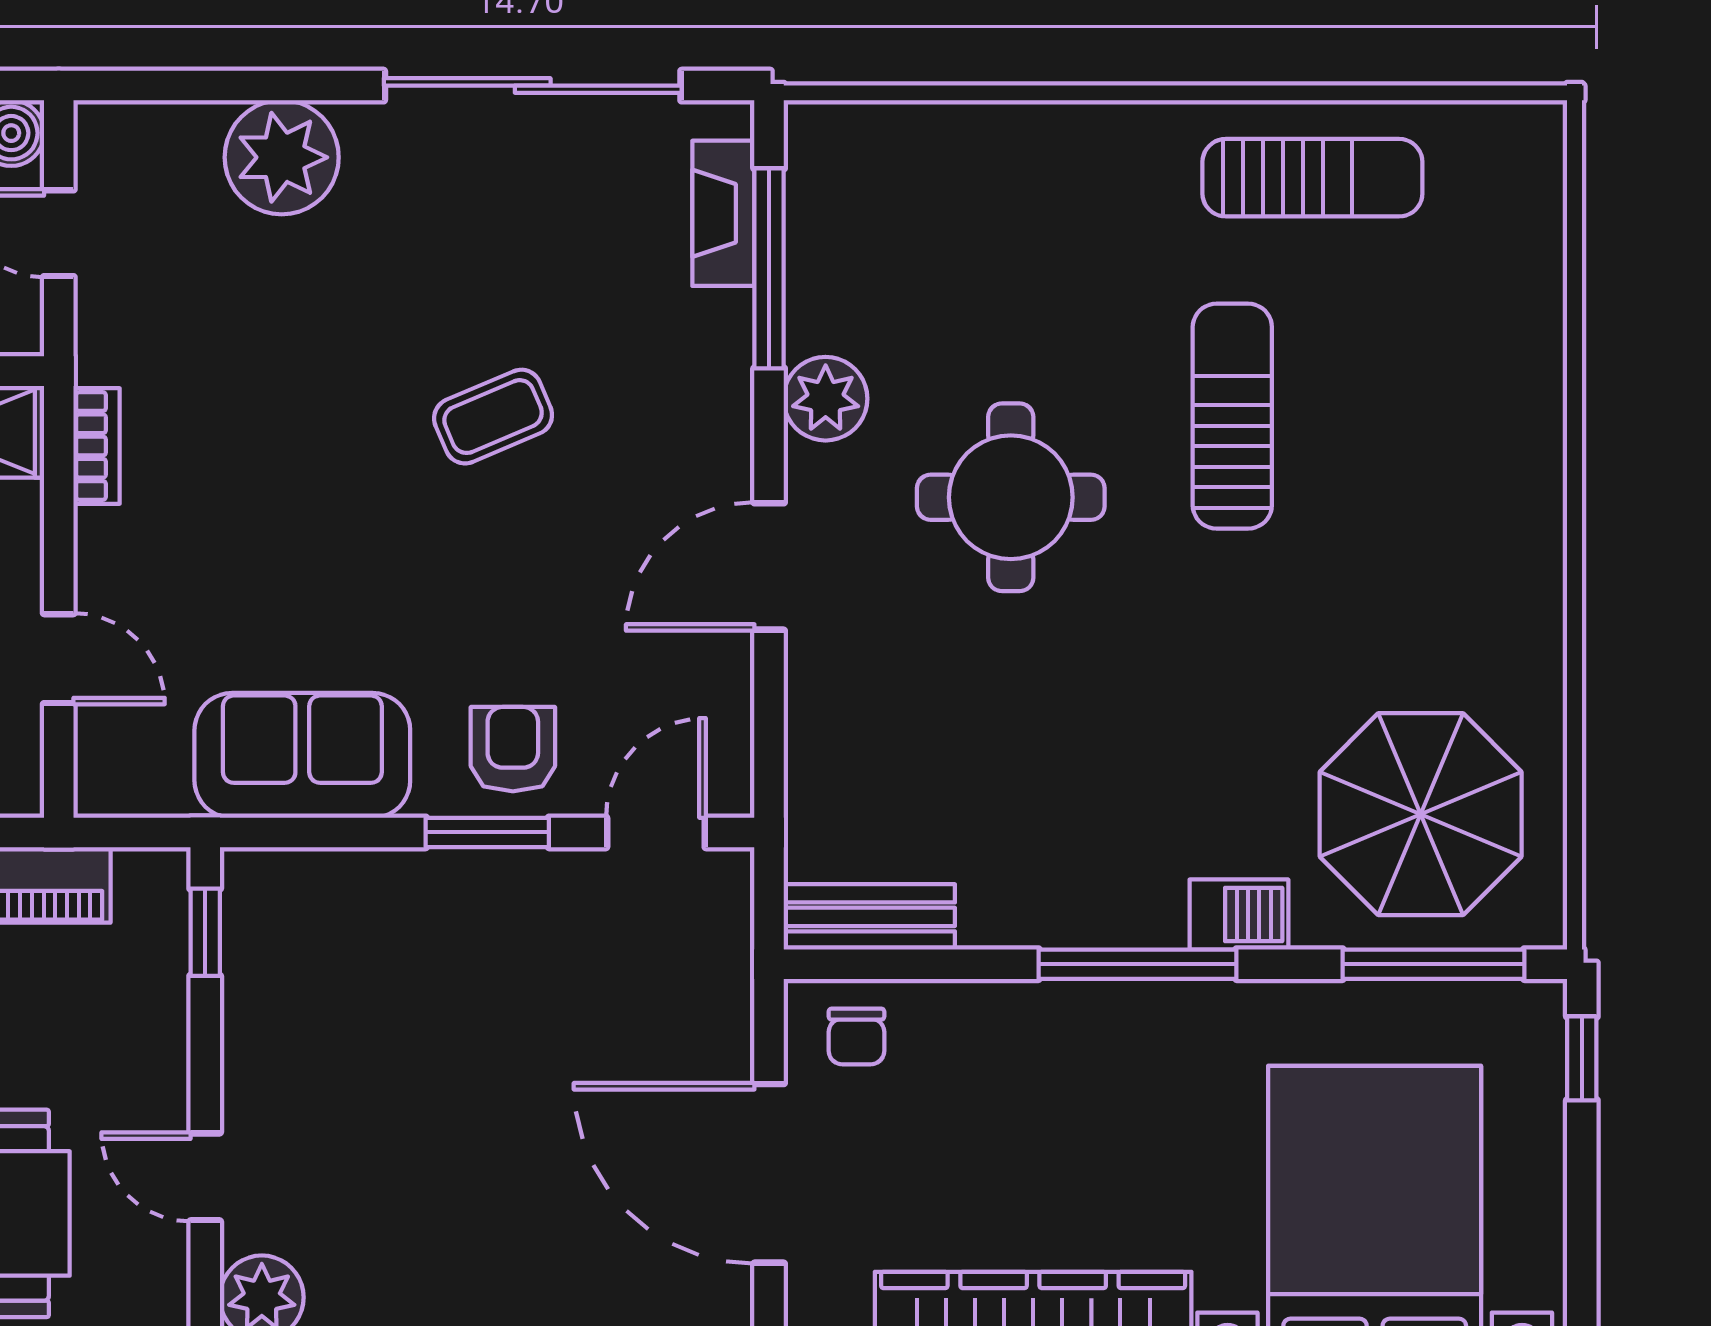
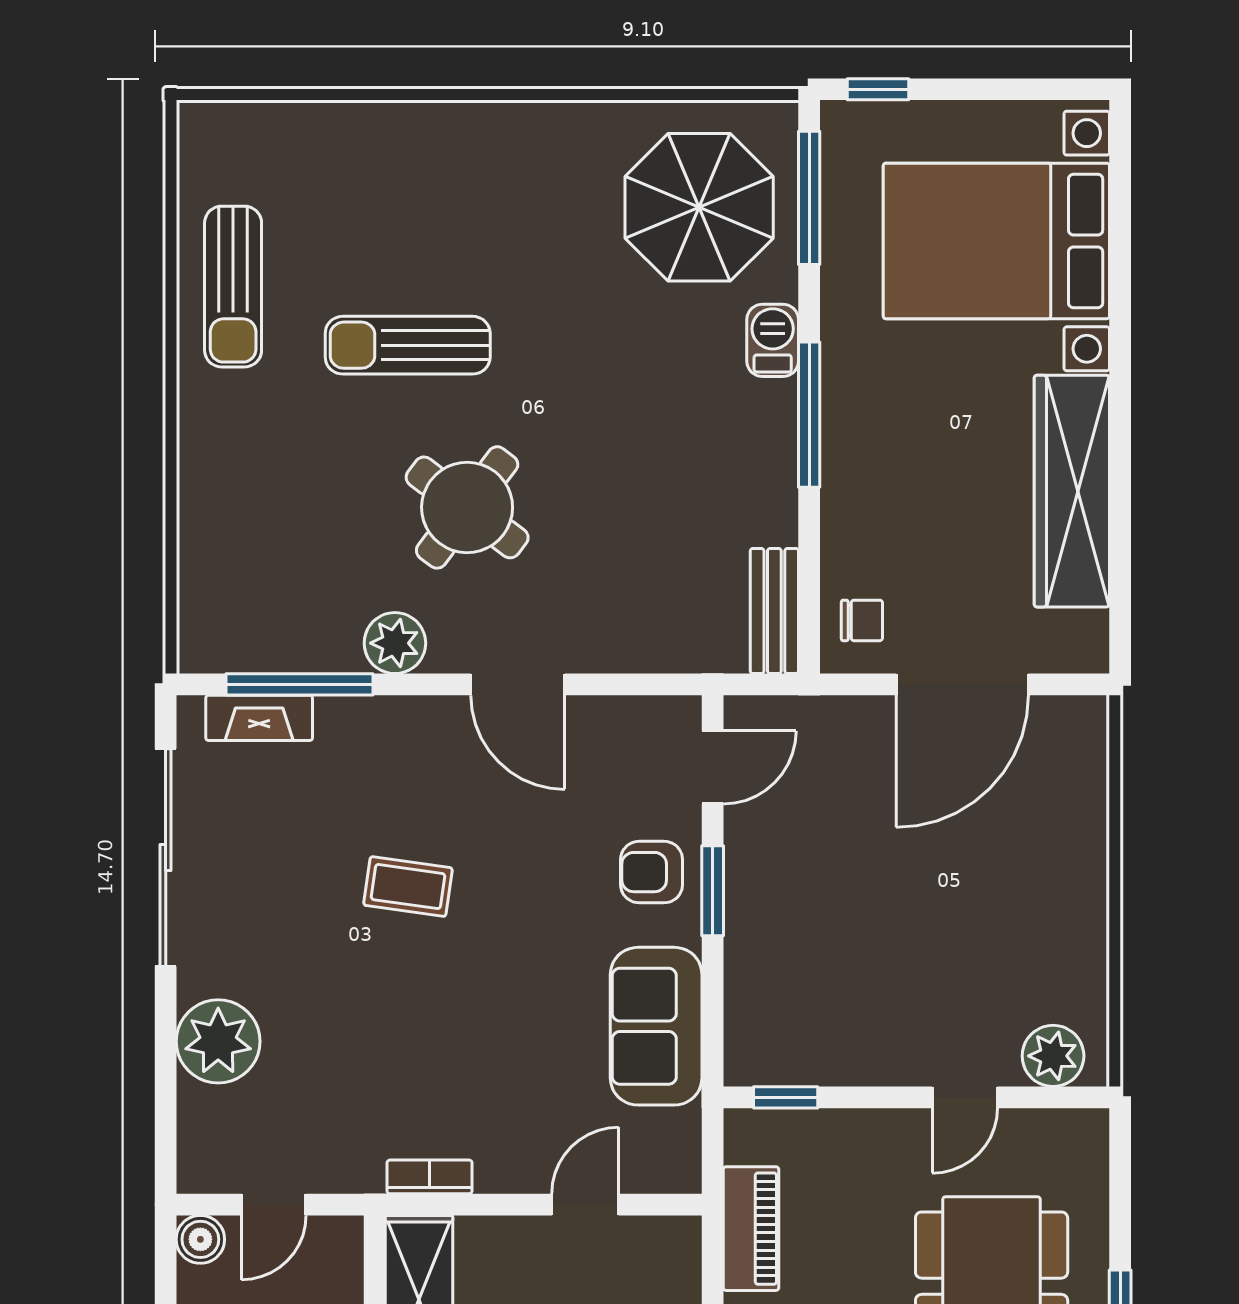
sun lounger: (1312, 178) -> (233, 287), turned 180
coffee table: (493, 417) -> (408, 887), turned -59
round table: (1011, 497) -> (467, 507), turned 37
door: (656, 832) -> (713, 767), swing flipped

